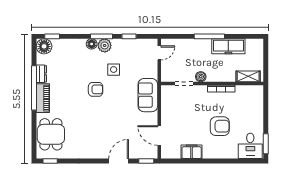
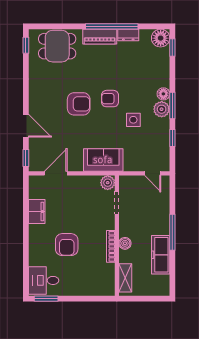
boiler: (201, 77) -> (125, 243), moved
armchair: (96, 89) -> (110, 99), turned 90
plant: (167, 91) -> (108, 183), added
armchair: (100, 116) -> (79, 104), added

